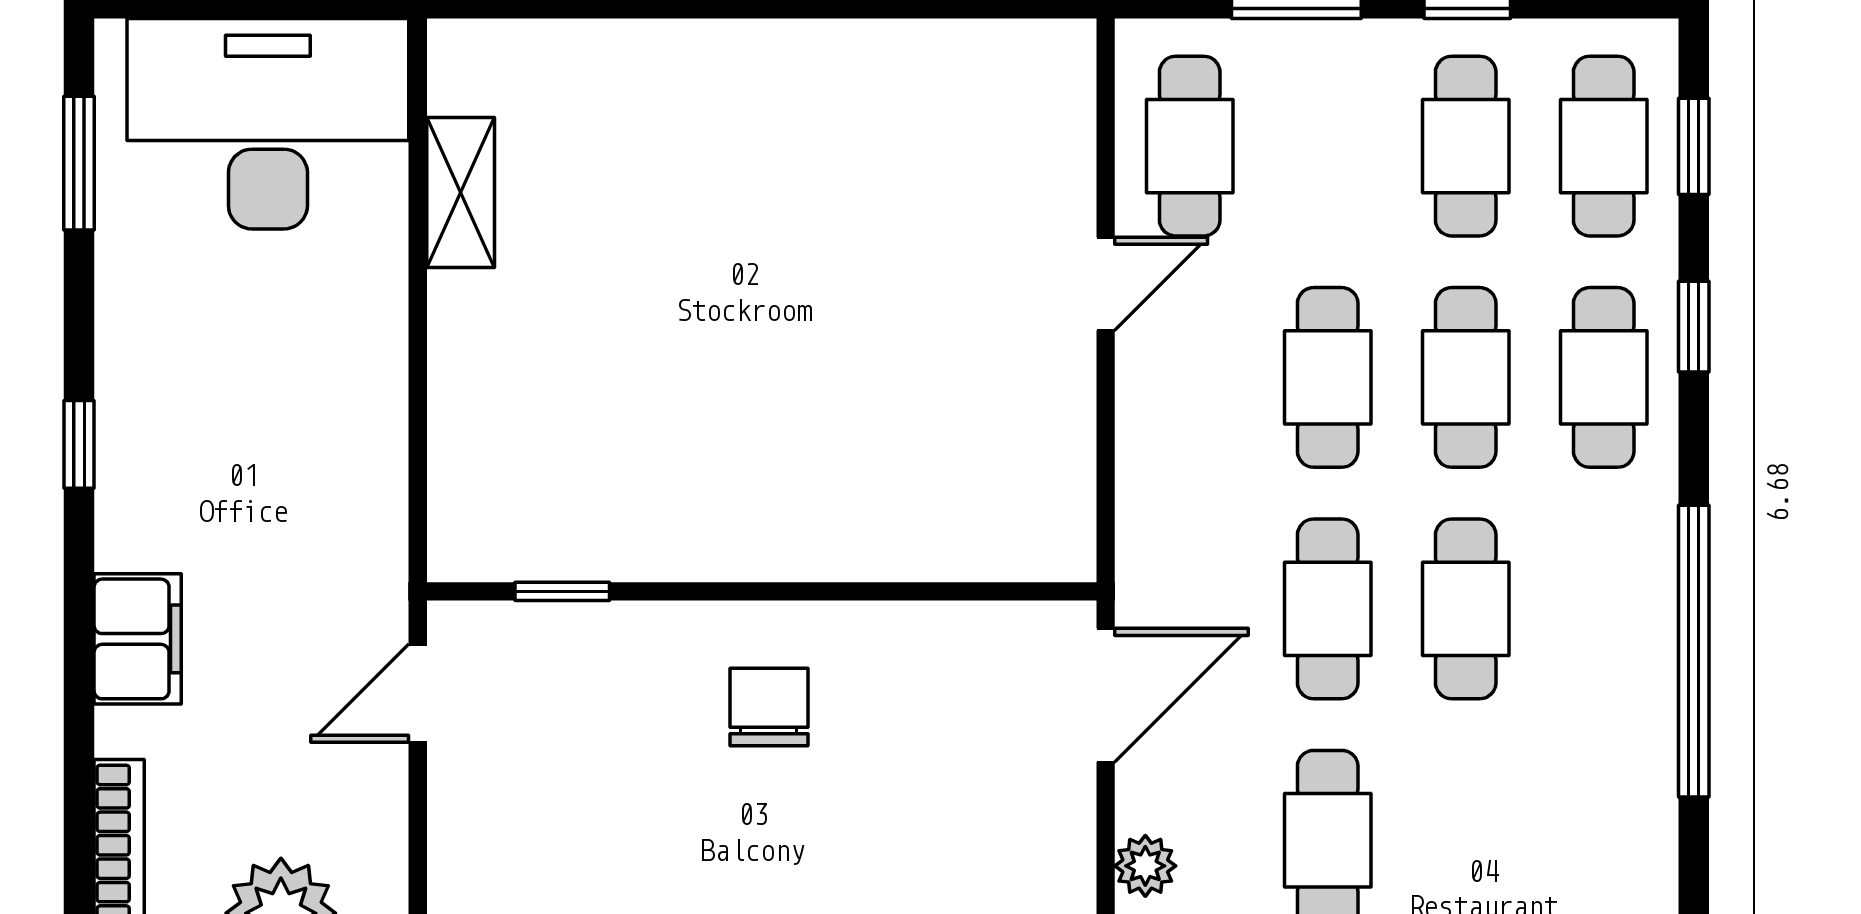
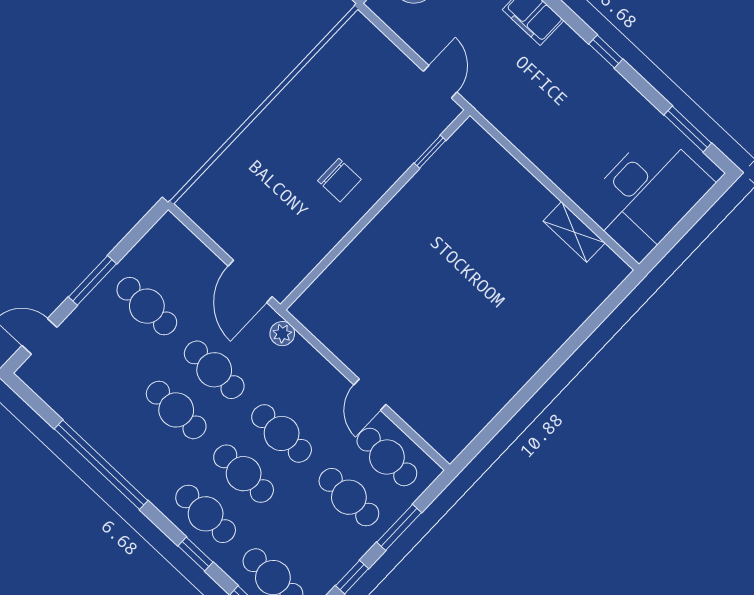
cafe table: (1466, 146) -> (349, 497), moved
plant: (1145, 866) -> (282, 334), moved

